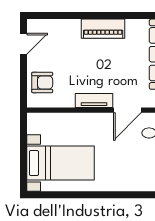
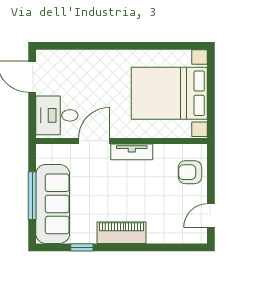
window: (138, 16) -> (82, 247), added
bed with nightstands: (61, 163) -> (169, 93), width x1.36

